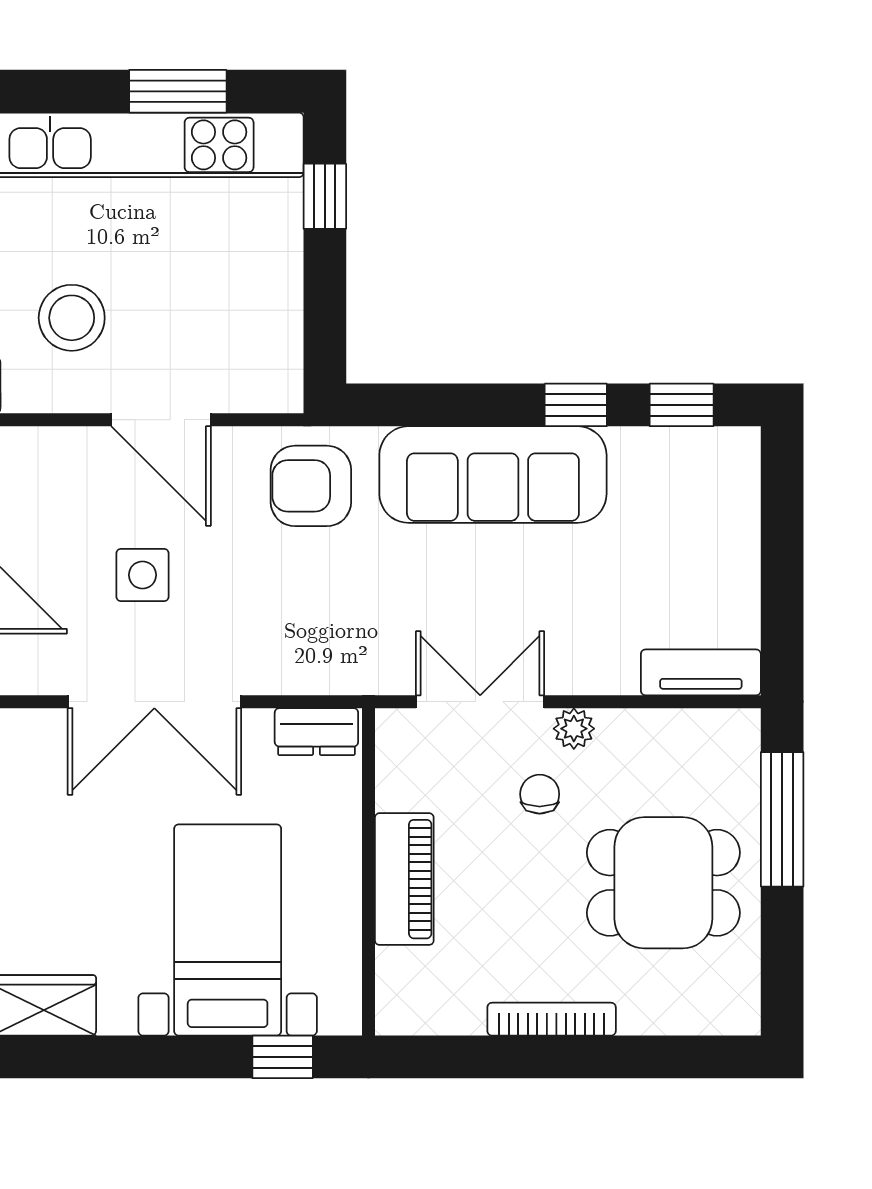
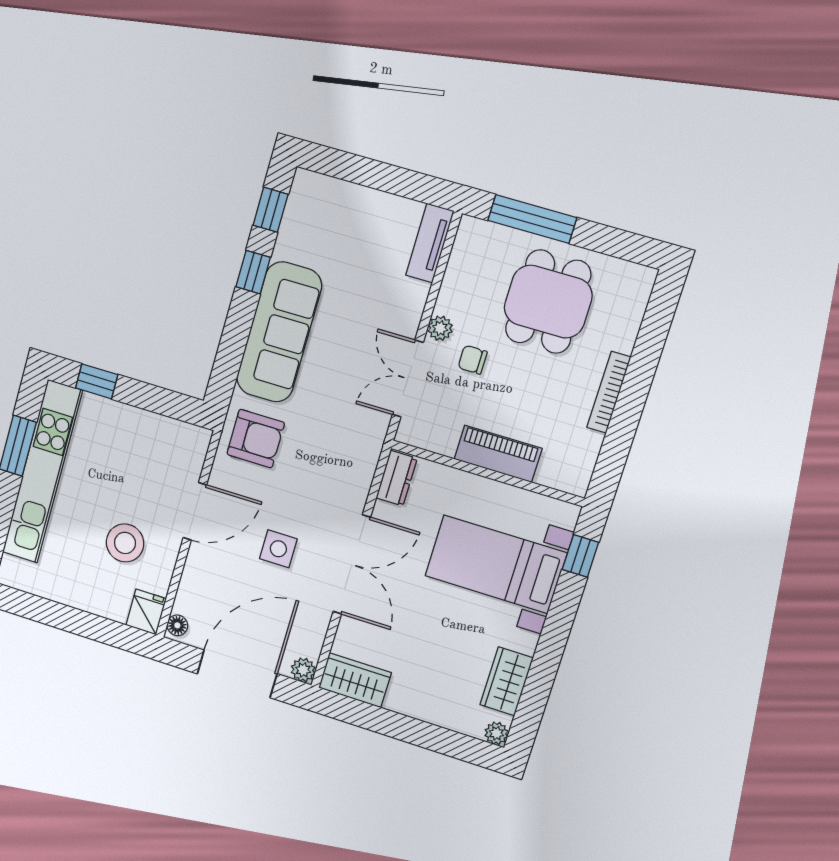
armchair: (311, 486) -> (256, 439), turned -90

